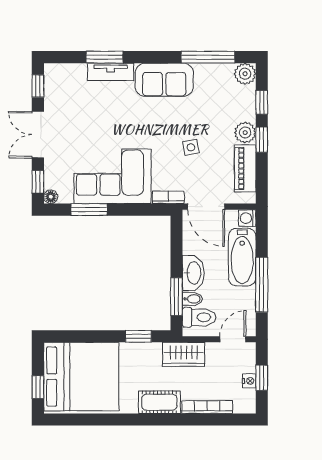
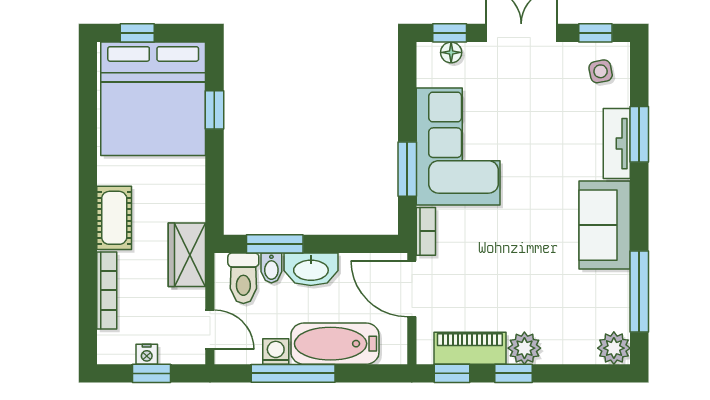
window: (262, 102) -> (452, 373), moved
side table: (191, 147) -> (601, 71), moved
floor lamp: (51, 197) -> (451, 52), moved
door: (206, 207) -> (412, 289), hinge flipped
window: (89, 210) -> (407, 169), moved
washing machine: (247, 218) -> (276, 351), moved
window: (138, 336) -> (214, 110), moved

